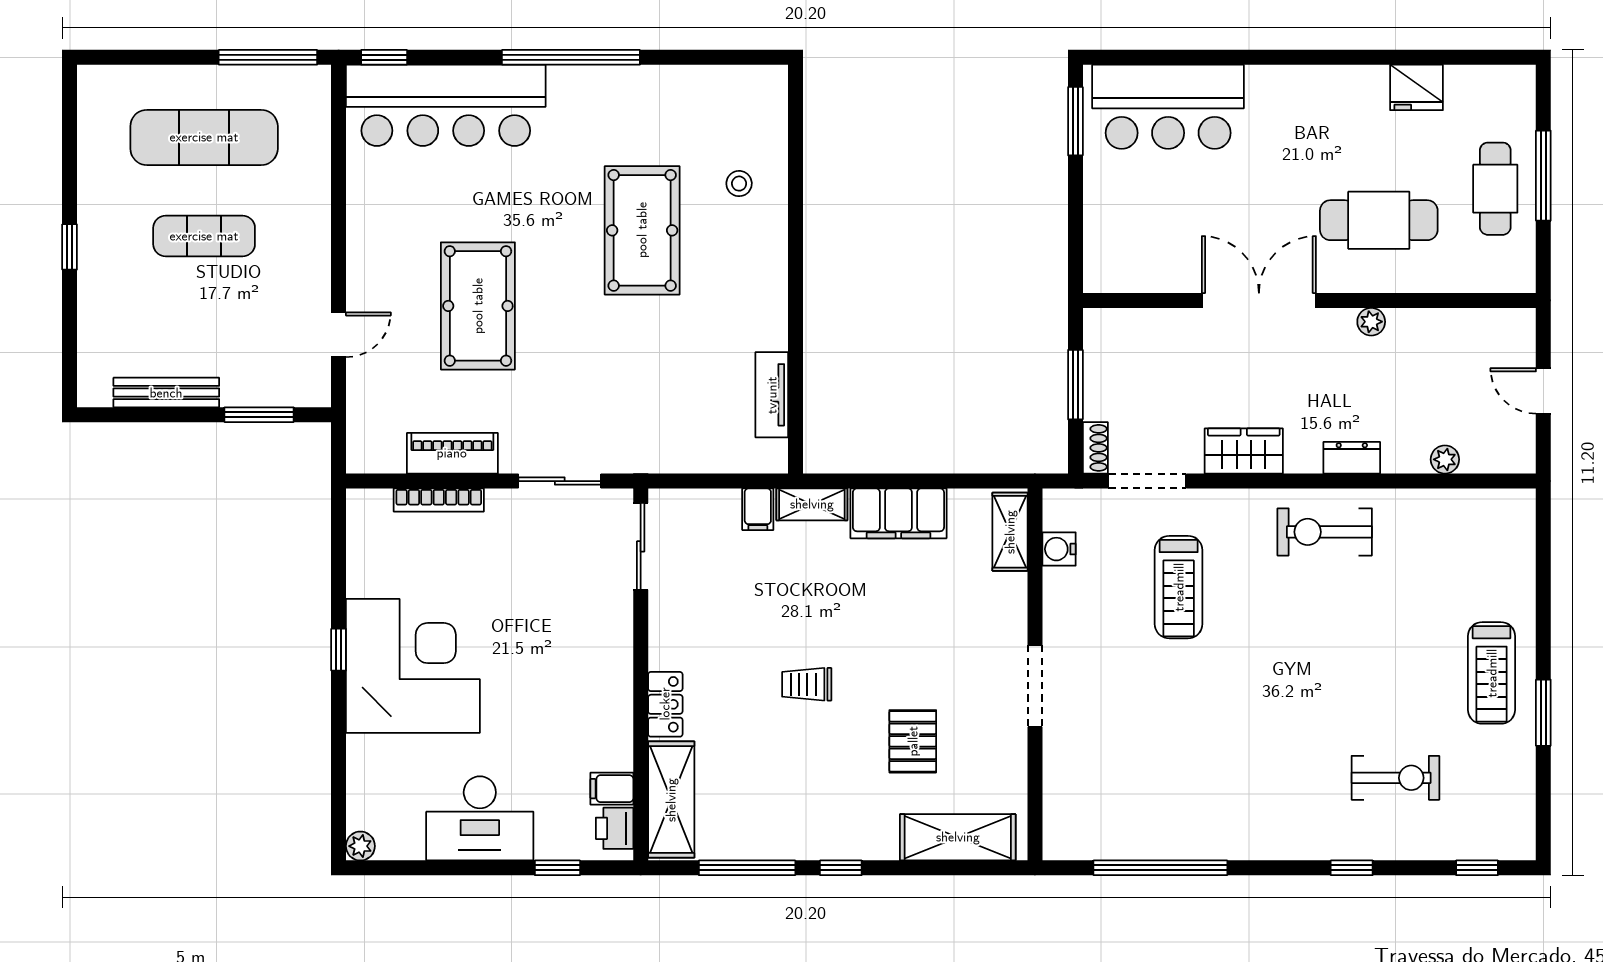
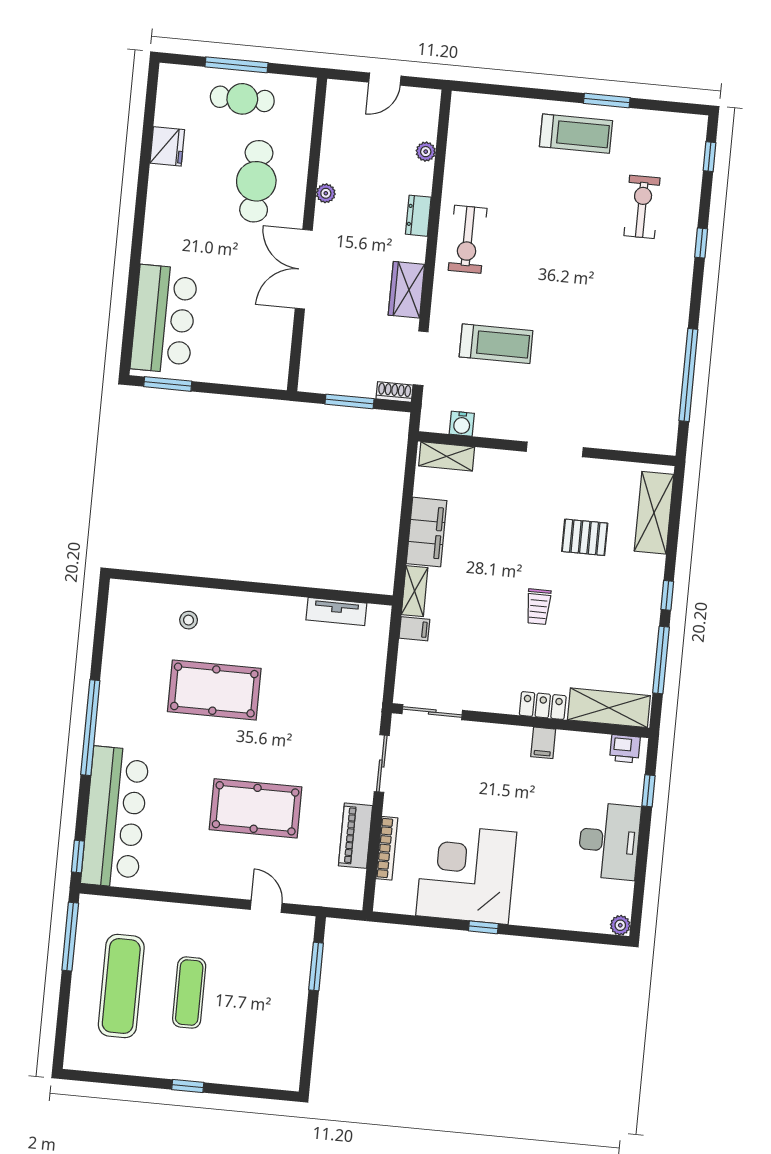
bench: (166, 393) -> (295, 1029), removed
corner desk: (413, 666) -> (466, 874), moved
filing cabinet: (612, 789) -> (543, 743), moved

